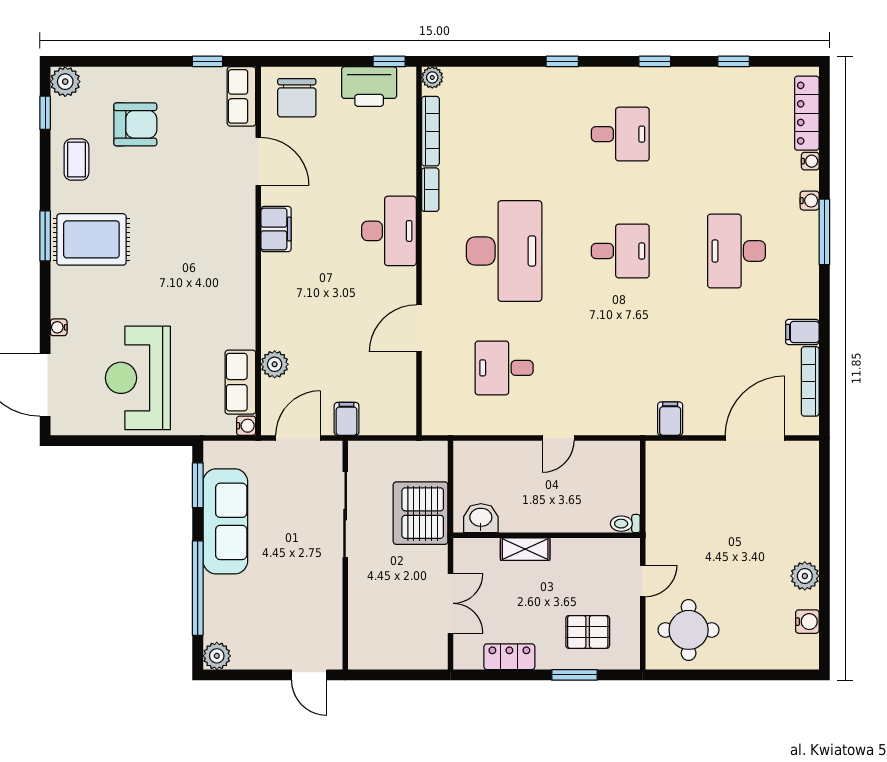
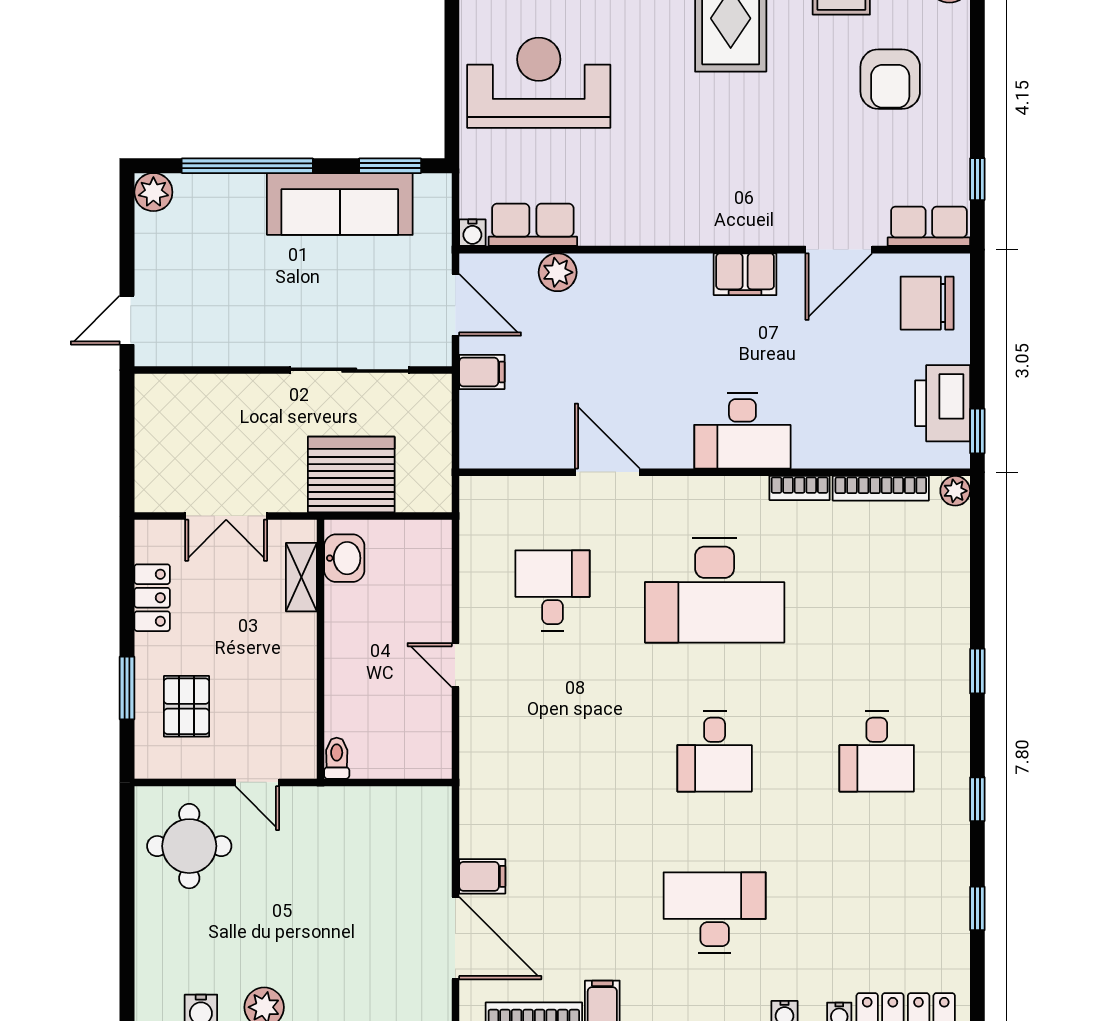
filing cabinet: (670, 419) -> (482, 876), moved
shelving: (525, 549) -> (301, 577), moved

